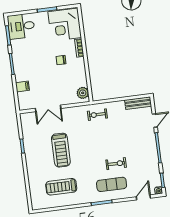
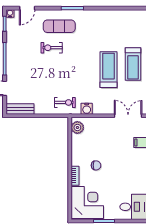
double door: (48, 108) -> (128, 116), moved
water cooler: (76, 111) -> (87, 109), added
treadmill: (61, 187) -> (133, 64), moved, turned 90

